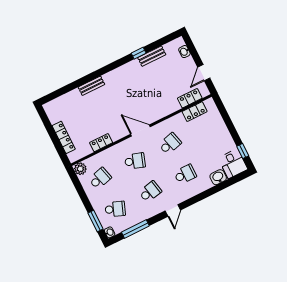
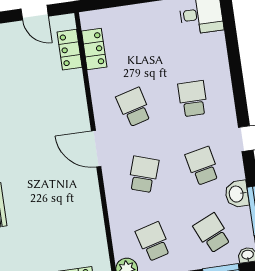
door: (140, 131) -> (96, 149), hinge flipped
locker: (101, 143) -> (95, 220), removed
washbasin: (218, 177) -> (237, 194), moved
school desk: (115, 209) -> (212, 233), turned -45

